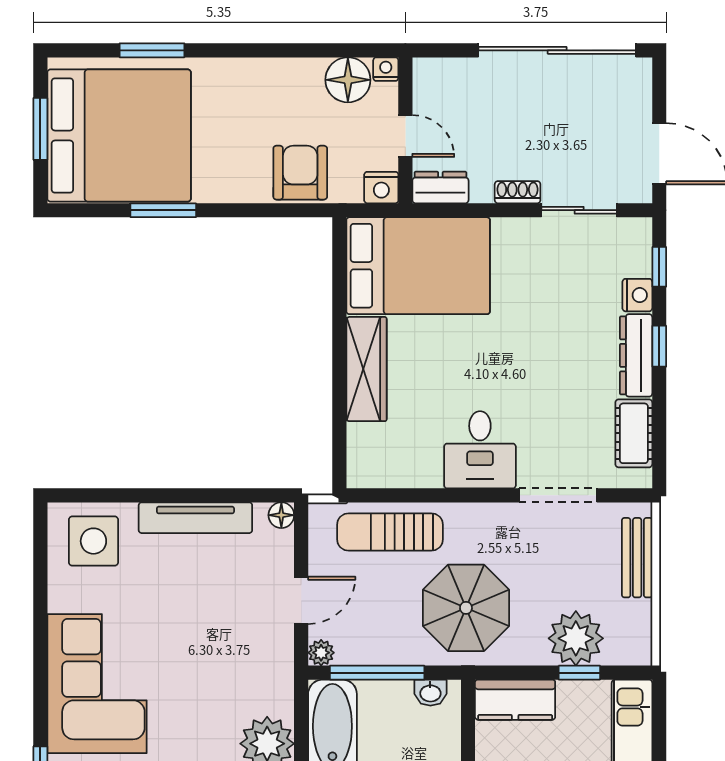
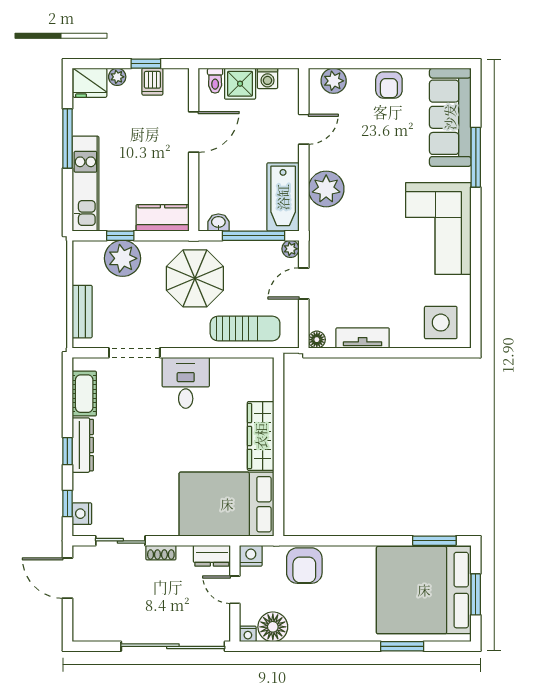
sliding door: (557, 50) -> (173, 646), moved
window: (163, 210) -> (434, 541), moved
nightstand: (637, 295) -> (82, 514), moved
tv unit: (195, 518) -> (363, 338), width x0.71

